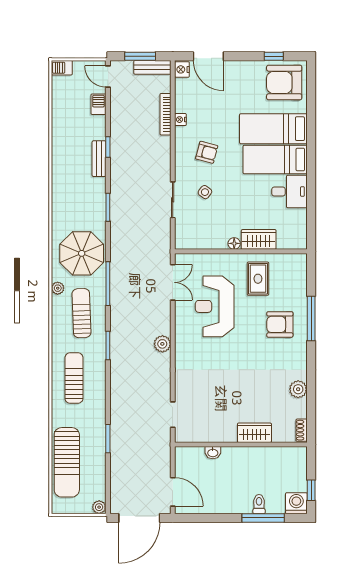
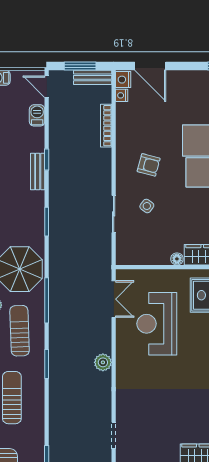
nightstand: (180, 120) -> (122, 95), moved

